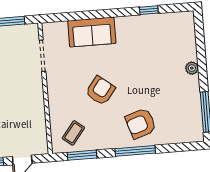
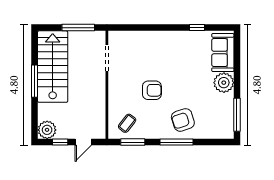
sofa: (92, 32) -> (223, 53), moved, turned 90
plant: (192, 68) -> (224, 83), width x1.88, depth x1.88
armchair: (100, 91) -> (152, 90), turned 52

